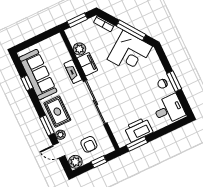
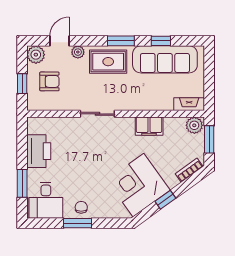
window: (131, 30) -> (165, 200), width x0.46
plant: (79, 49) -> (194, 125), moved
fireplace: (73, 72) -> (189, 104), moved
sliding door: (95, 102) -> (97, 114), width x0.54
window: (47, 125) -> (121, 41), moved
armchair: (89, 144) -> (49, 81), turned 180
window: (137, 144) -> (22, 183), moved

